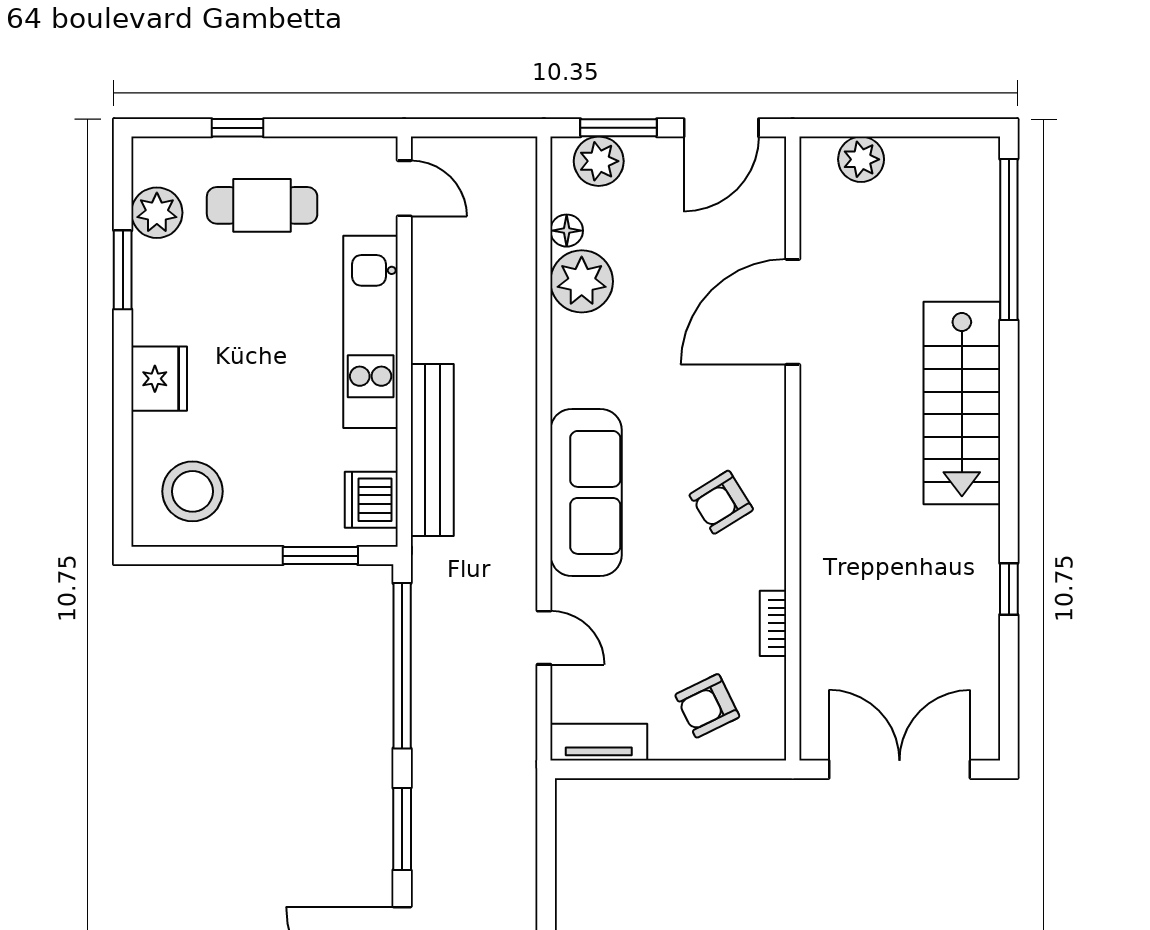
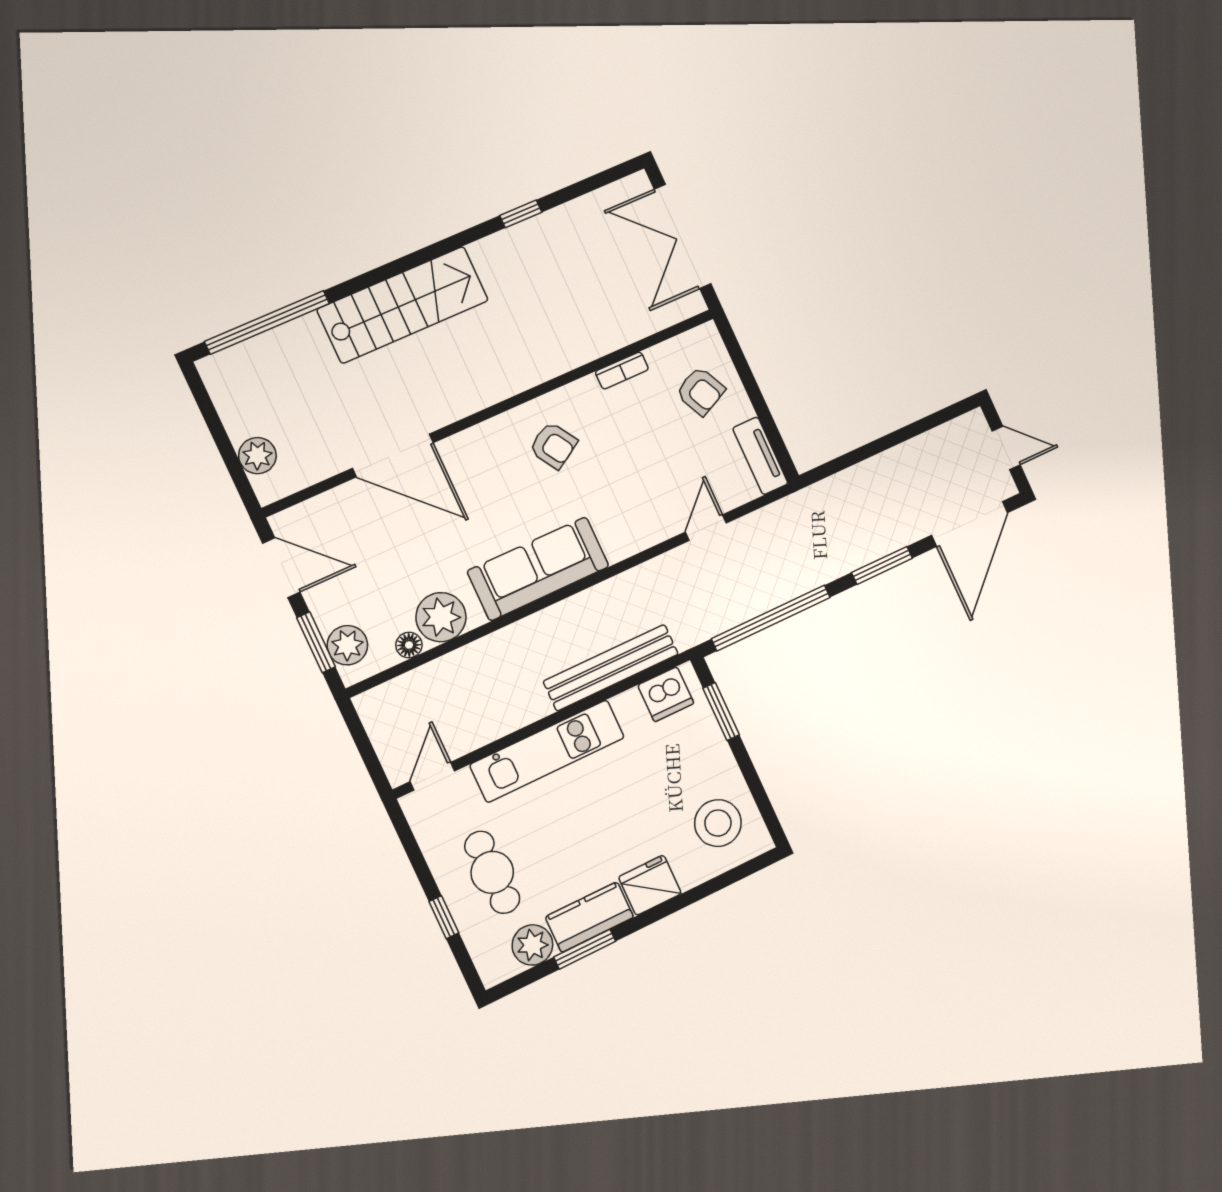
kitchen counter: (157, 292) -> (589, 917), added
sofa: (586, 492) -> (538, 569), moved

